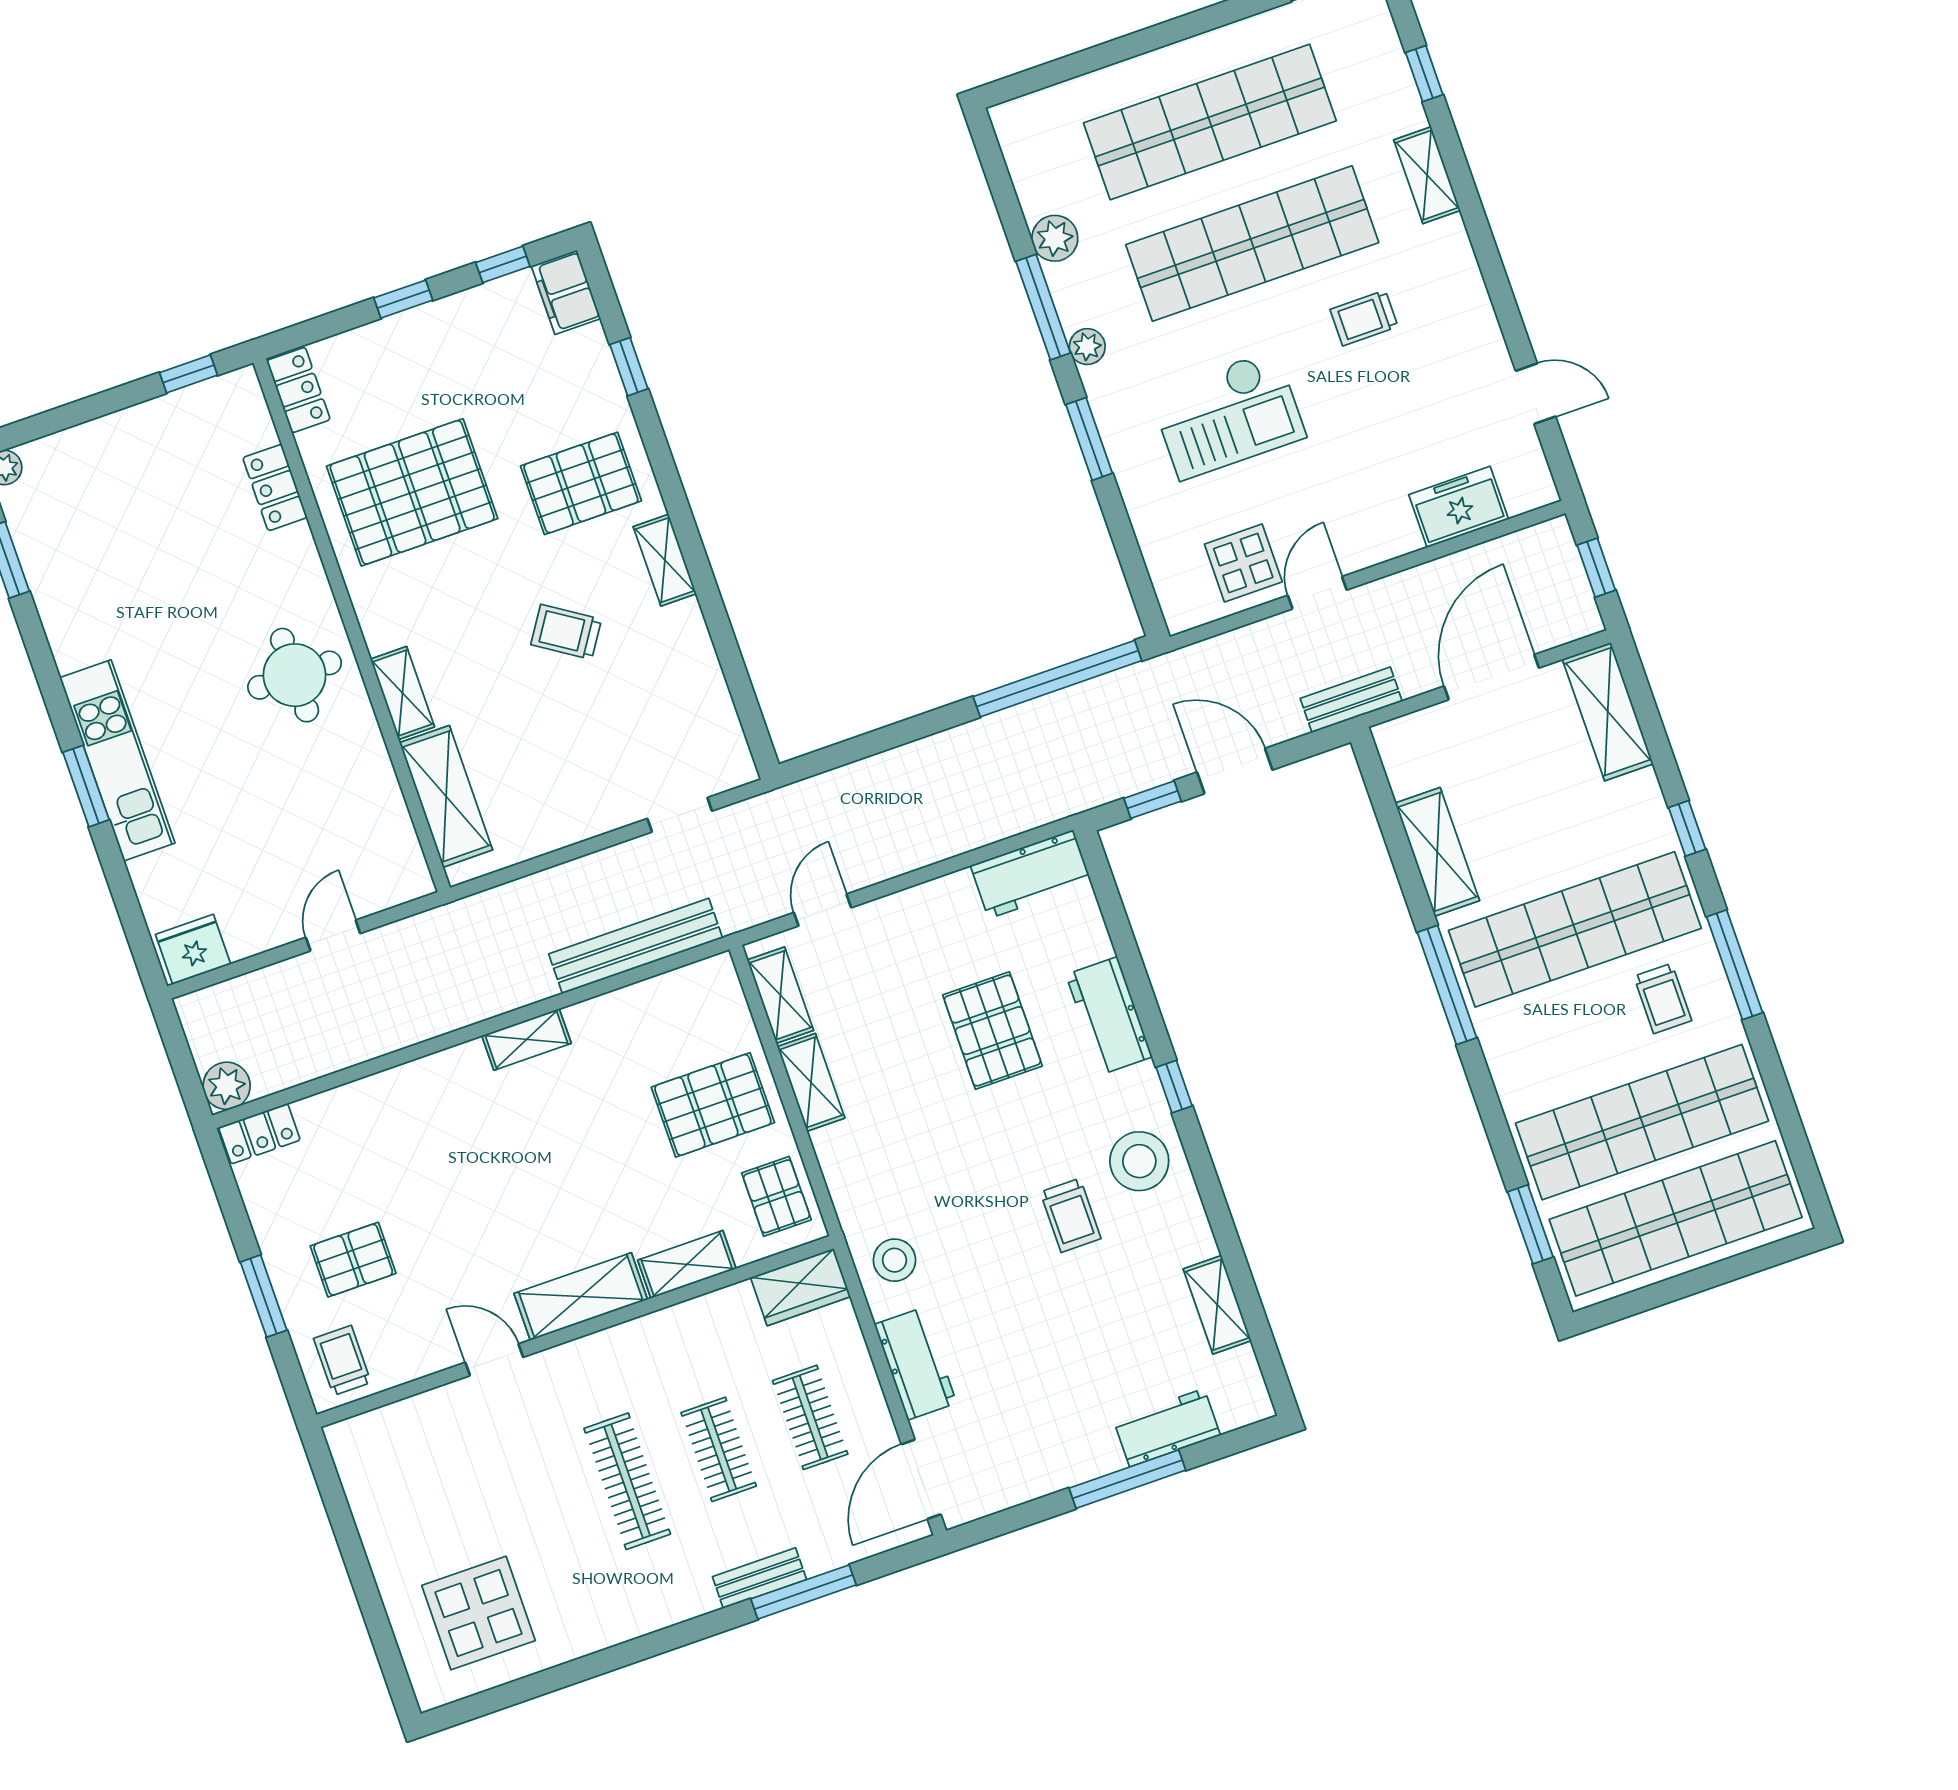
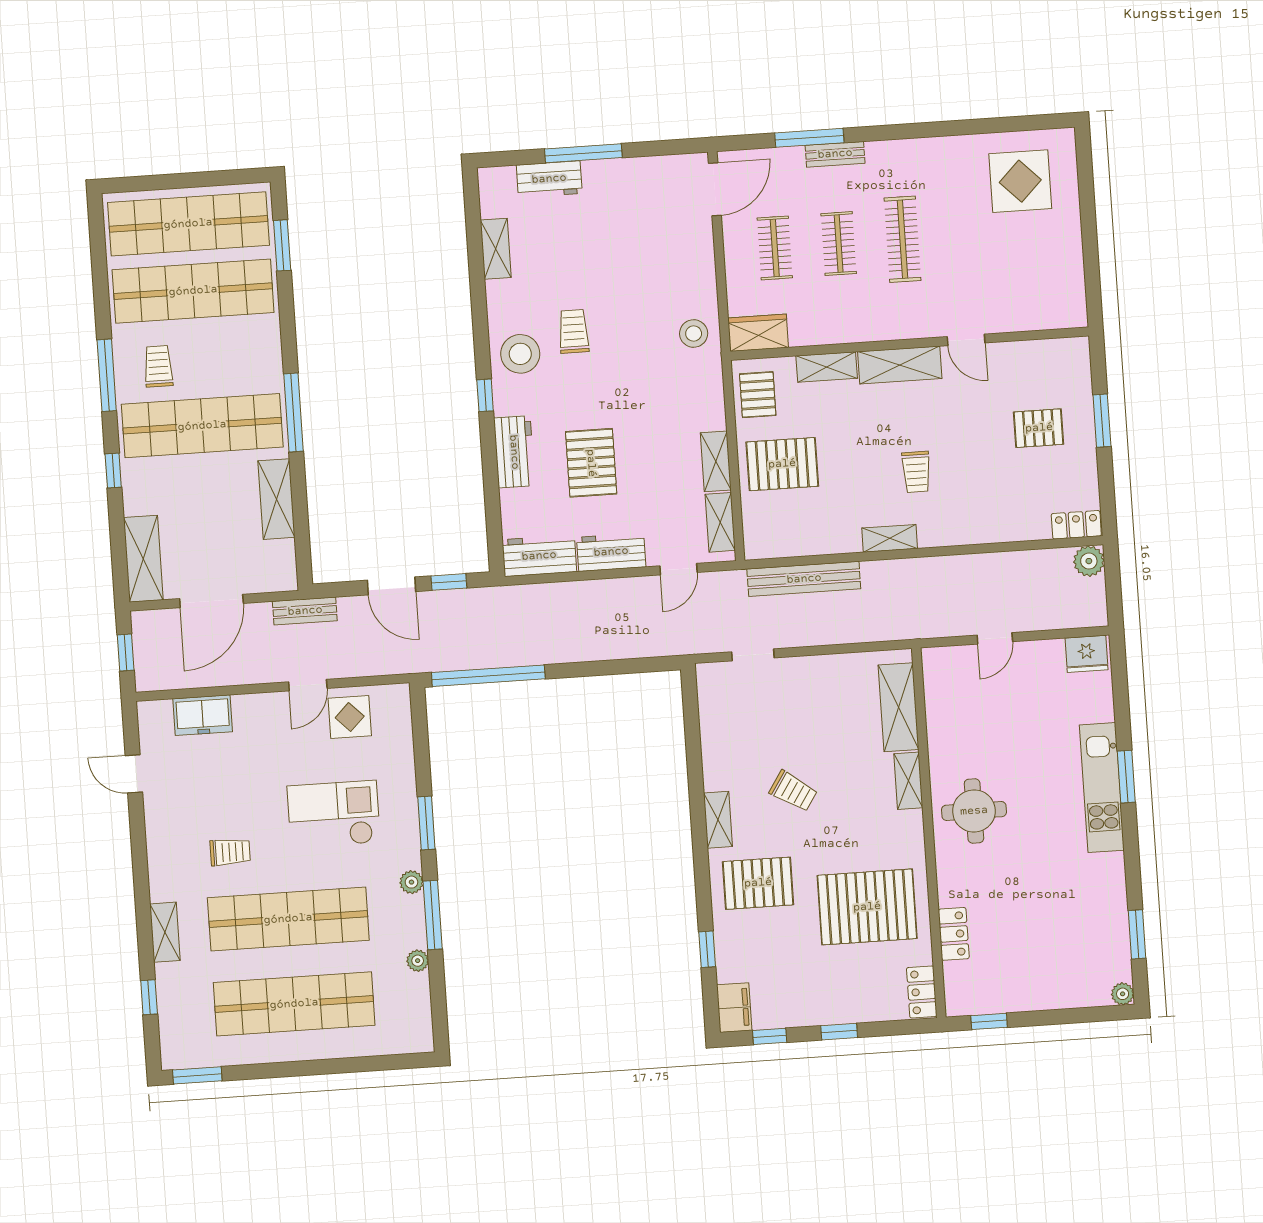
plant: (1055, 238) -> (418, 961), width x0.73, depth x0.73
trolley: (342, 1360) -> (916, 472), moved
workbench: (915, 1364) -> (611, 552), moved, turned 90

